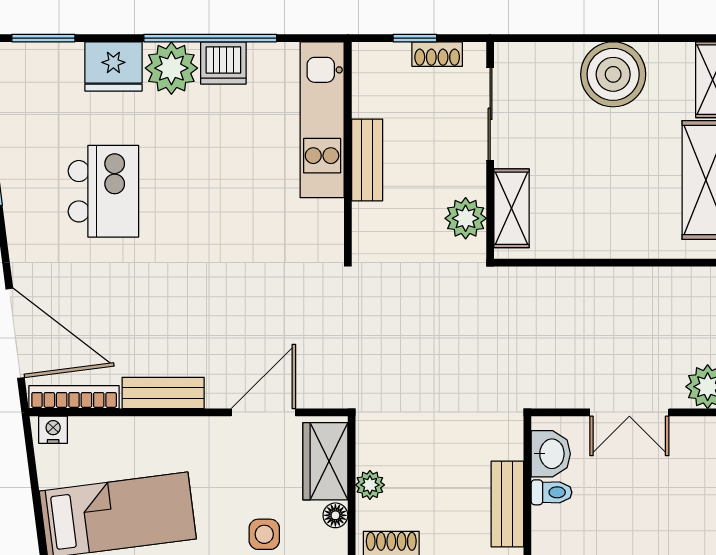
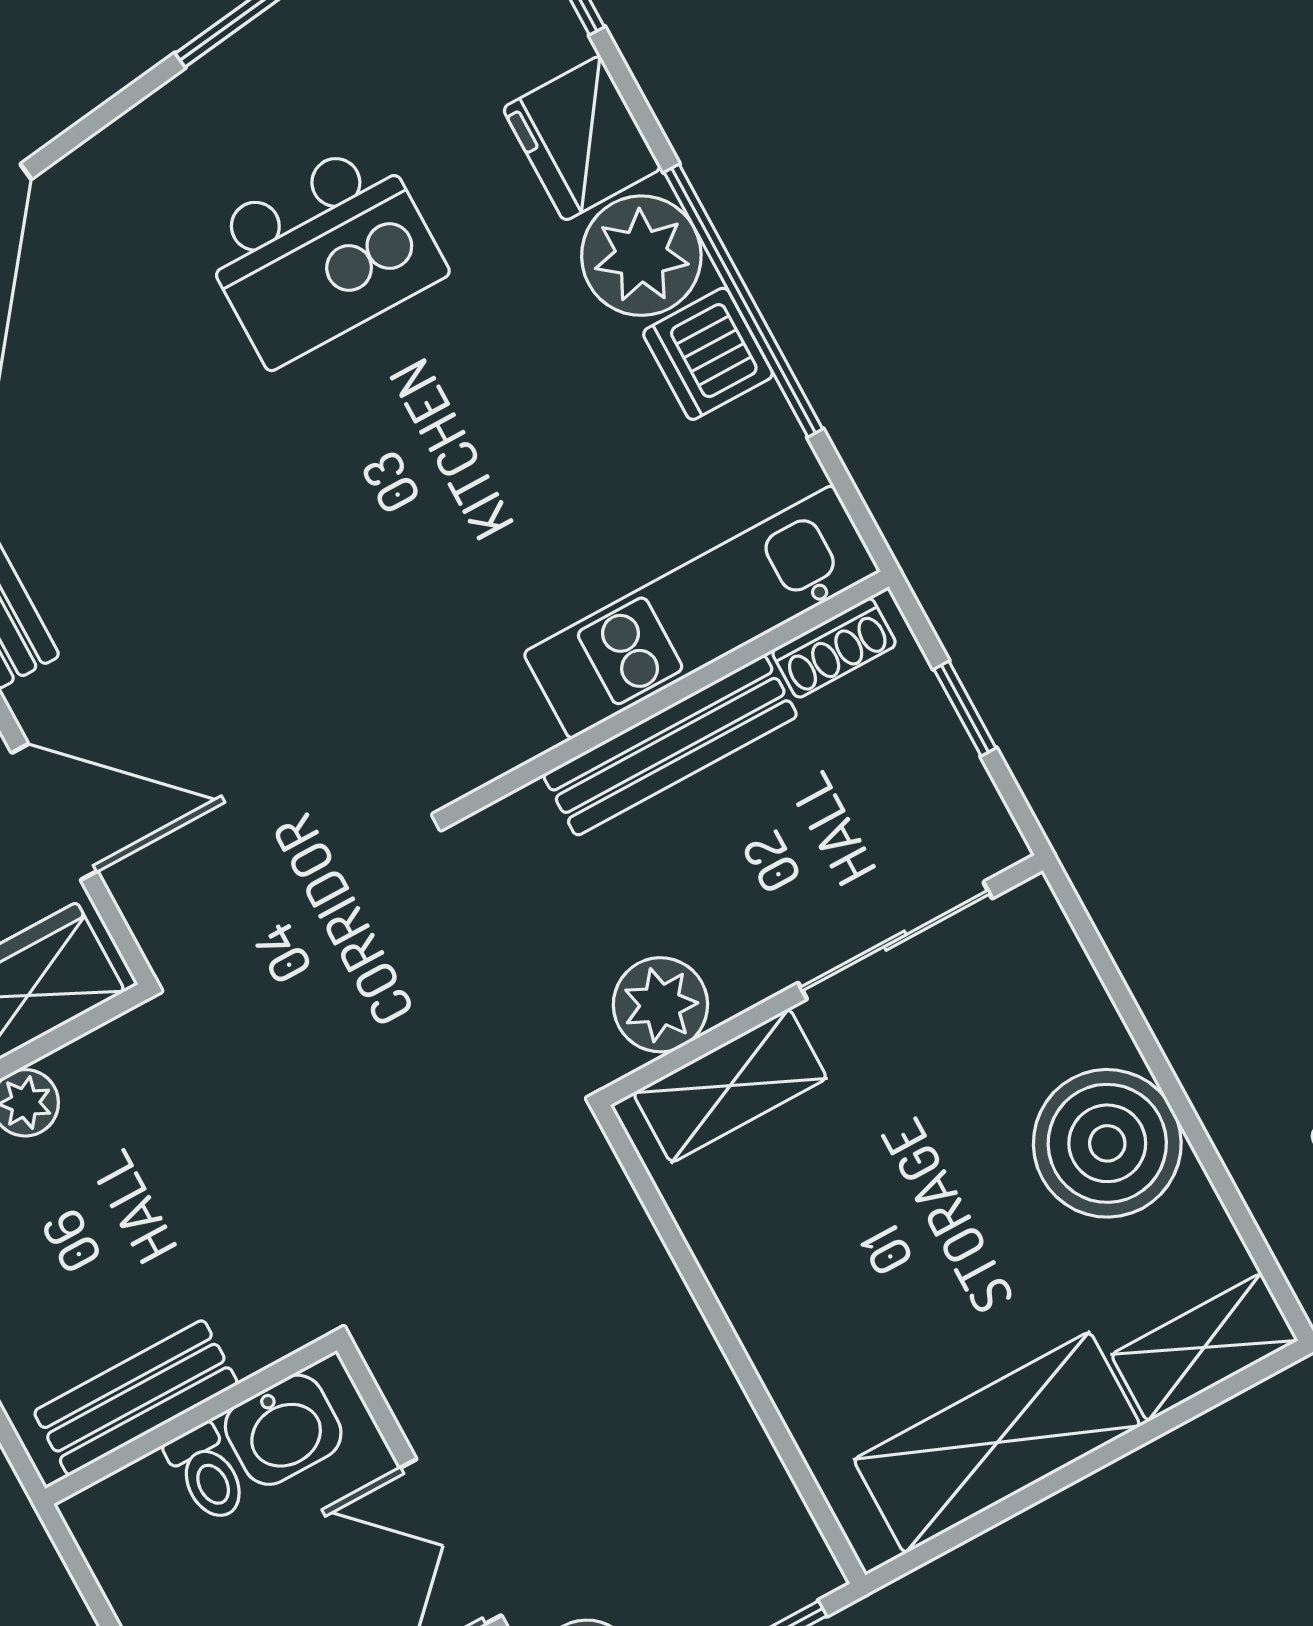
shoe rack: (437, 54) -> (834, 648), moved, turned -90
bench: (367, 160) -> (670, 745), width x1.36

